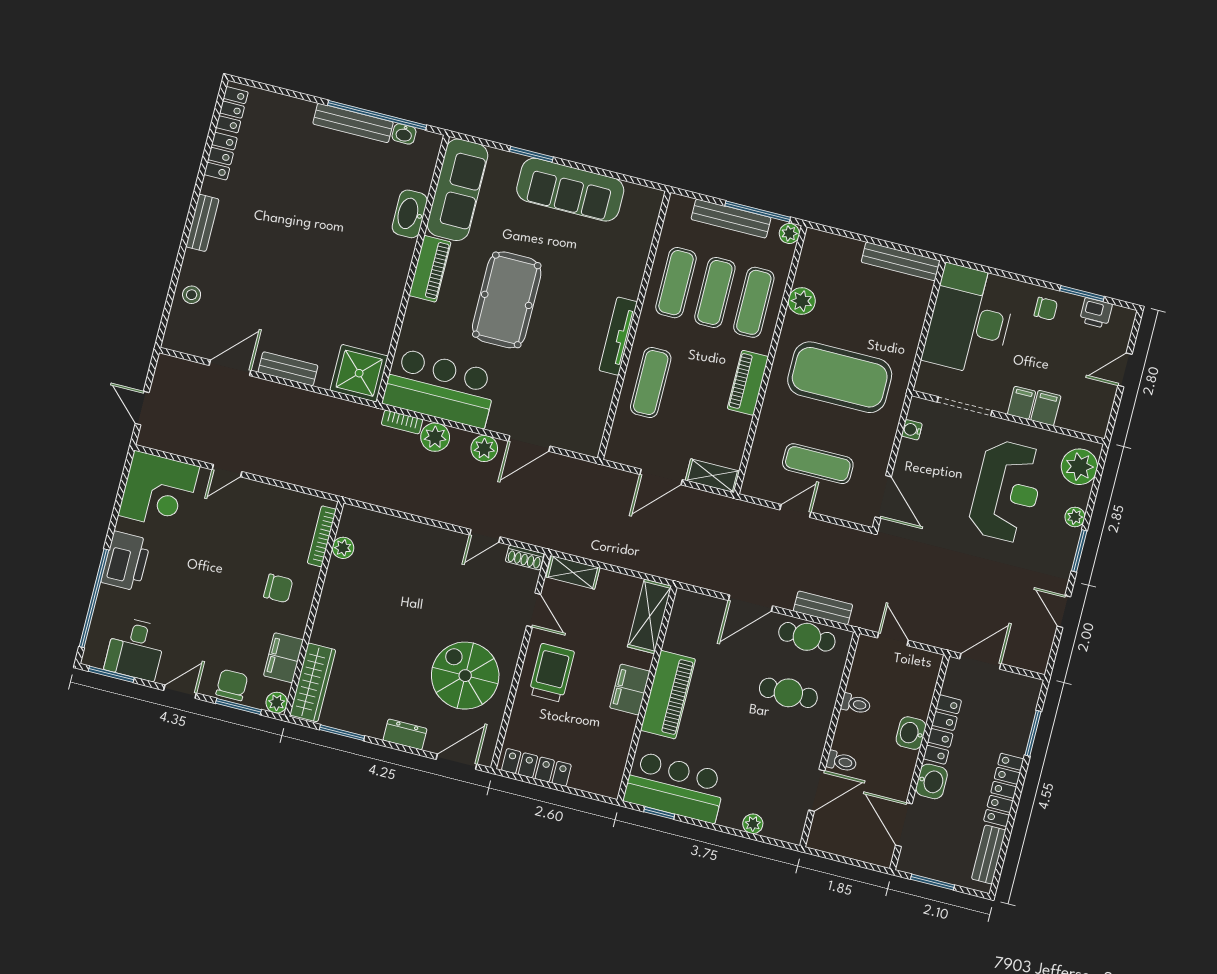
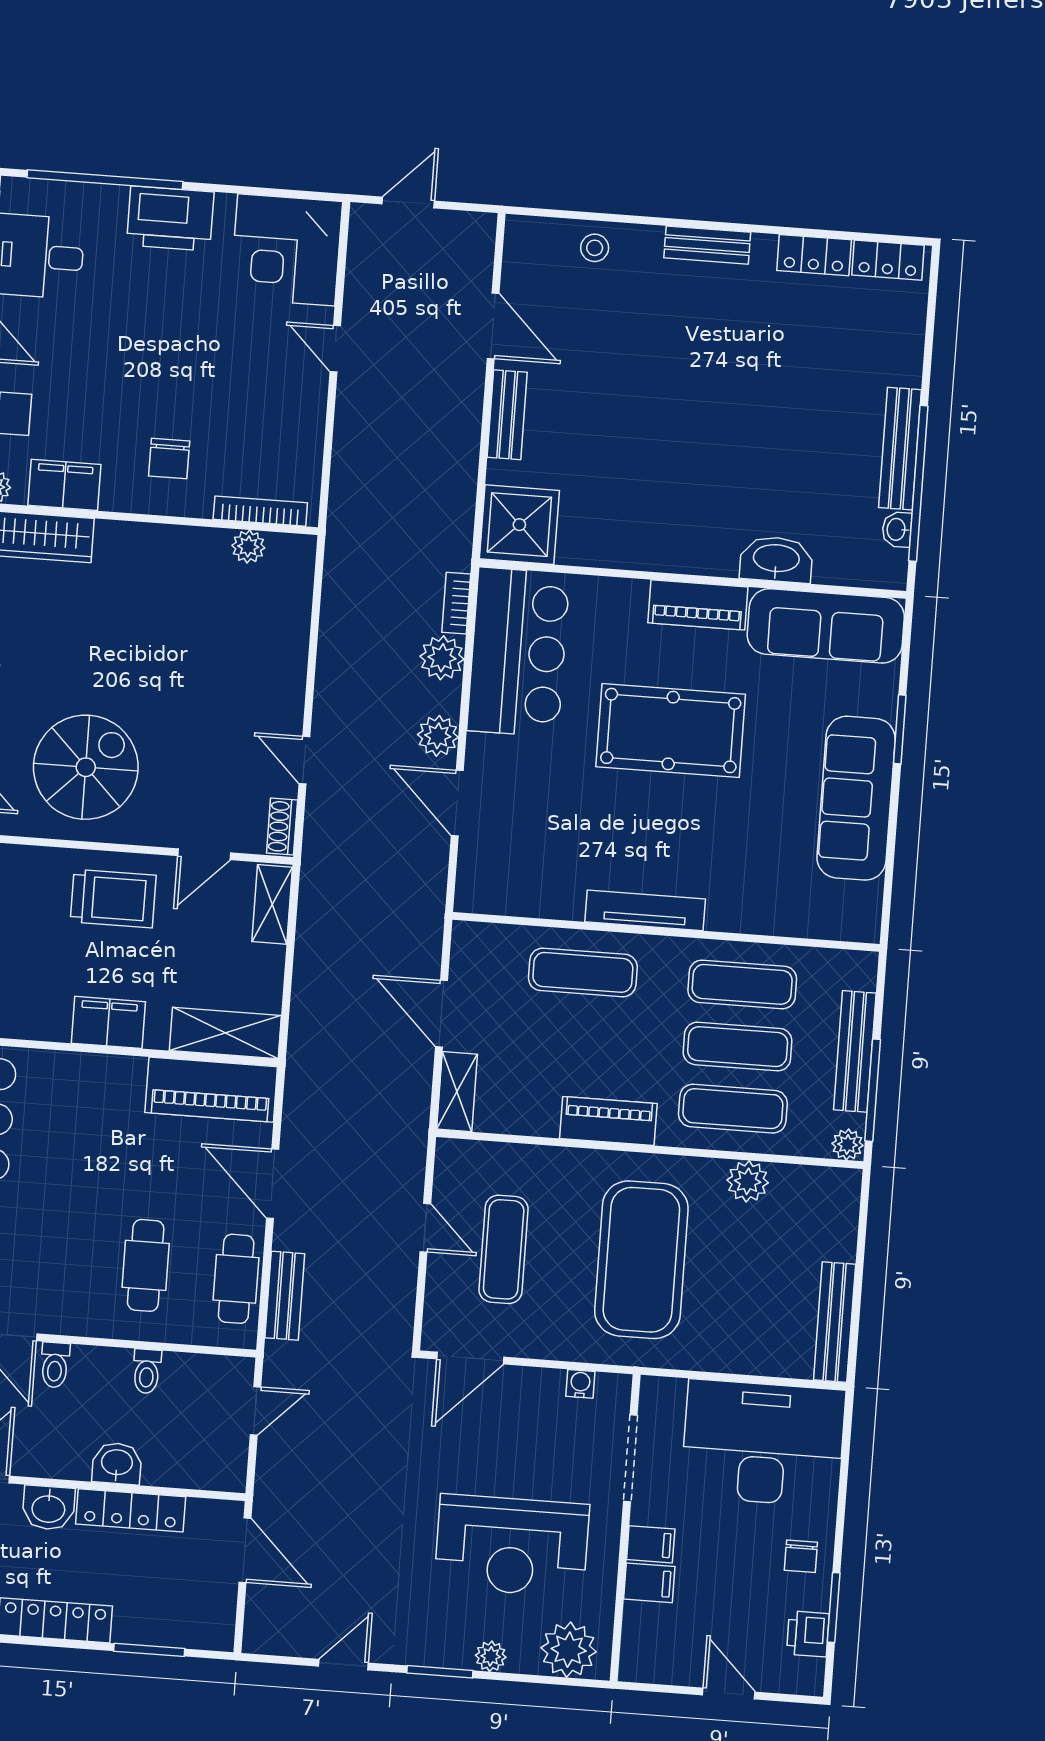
piano: (668, 695) -> (211, 1090), moved

